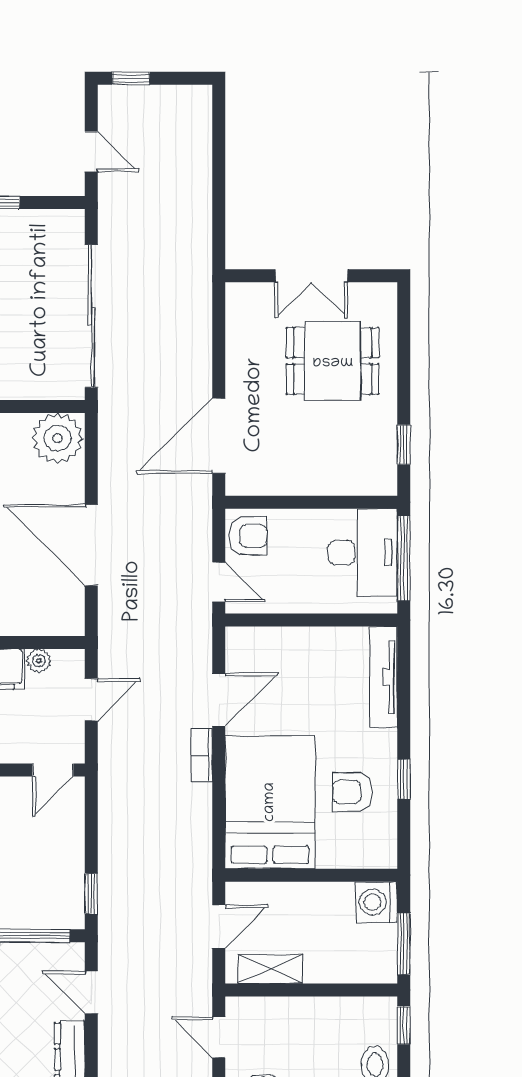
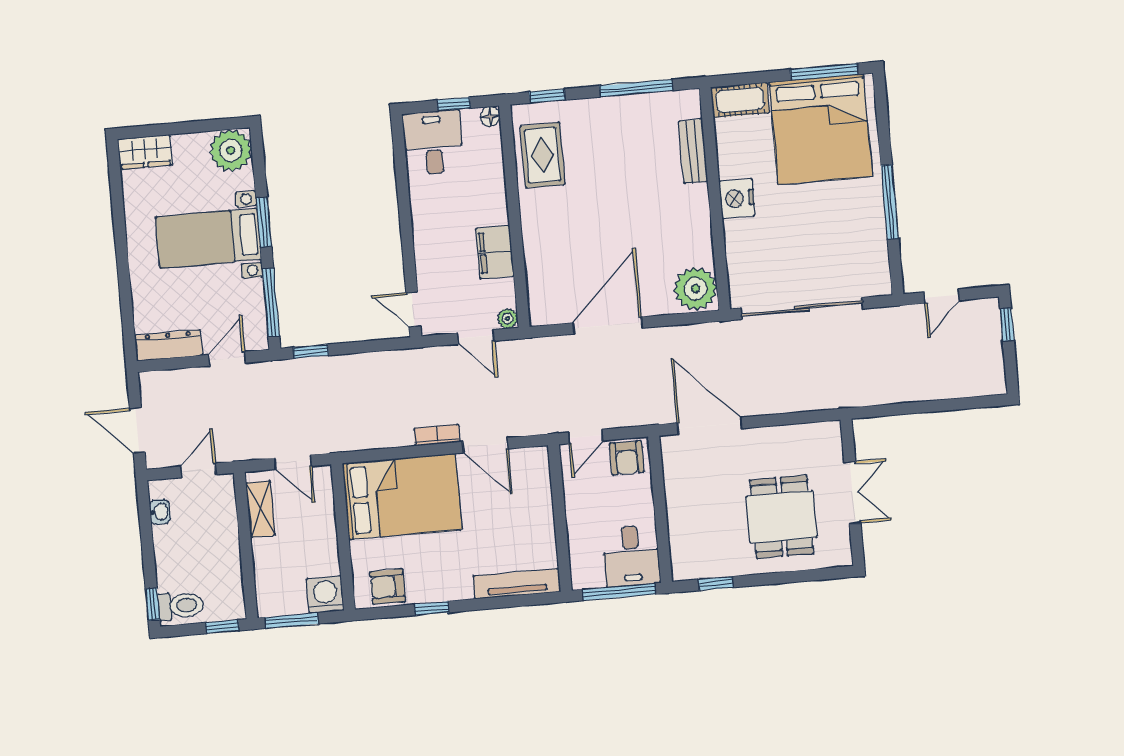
double door: (311, 276) -> (852, 493), swing flipped
desk: (363, 553) -> (631, 556), width x0.73
plant: (39, 661) -> (508, 318), moved
armchair: (352, 792) -> (388, 587), moved, turned -90

